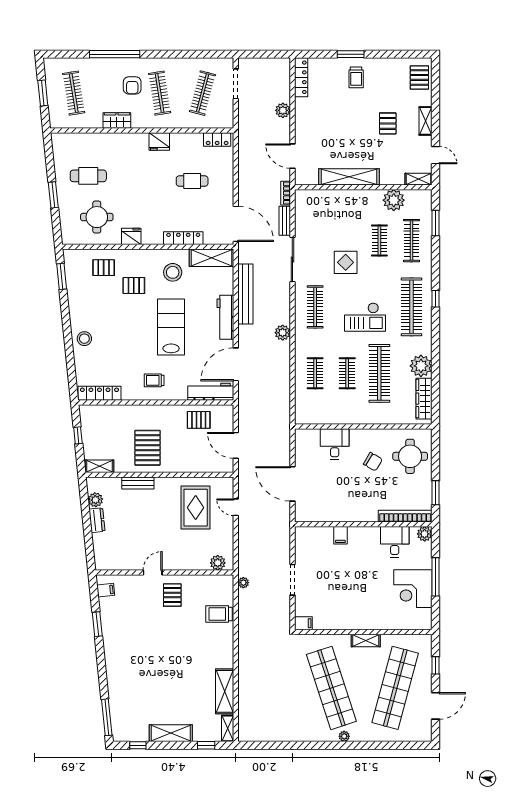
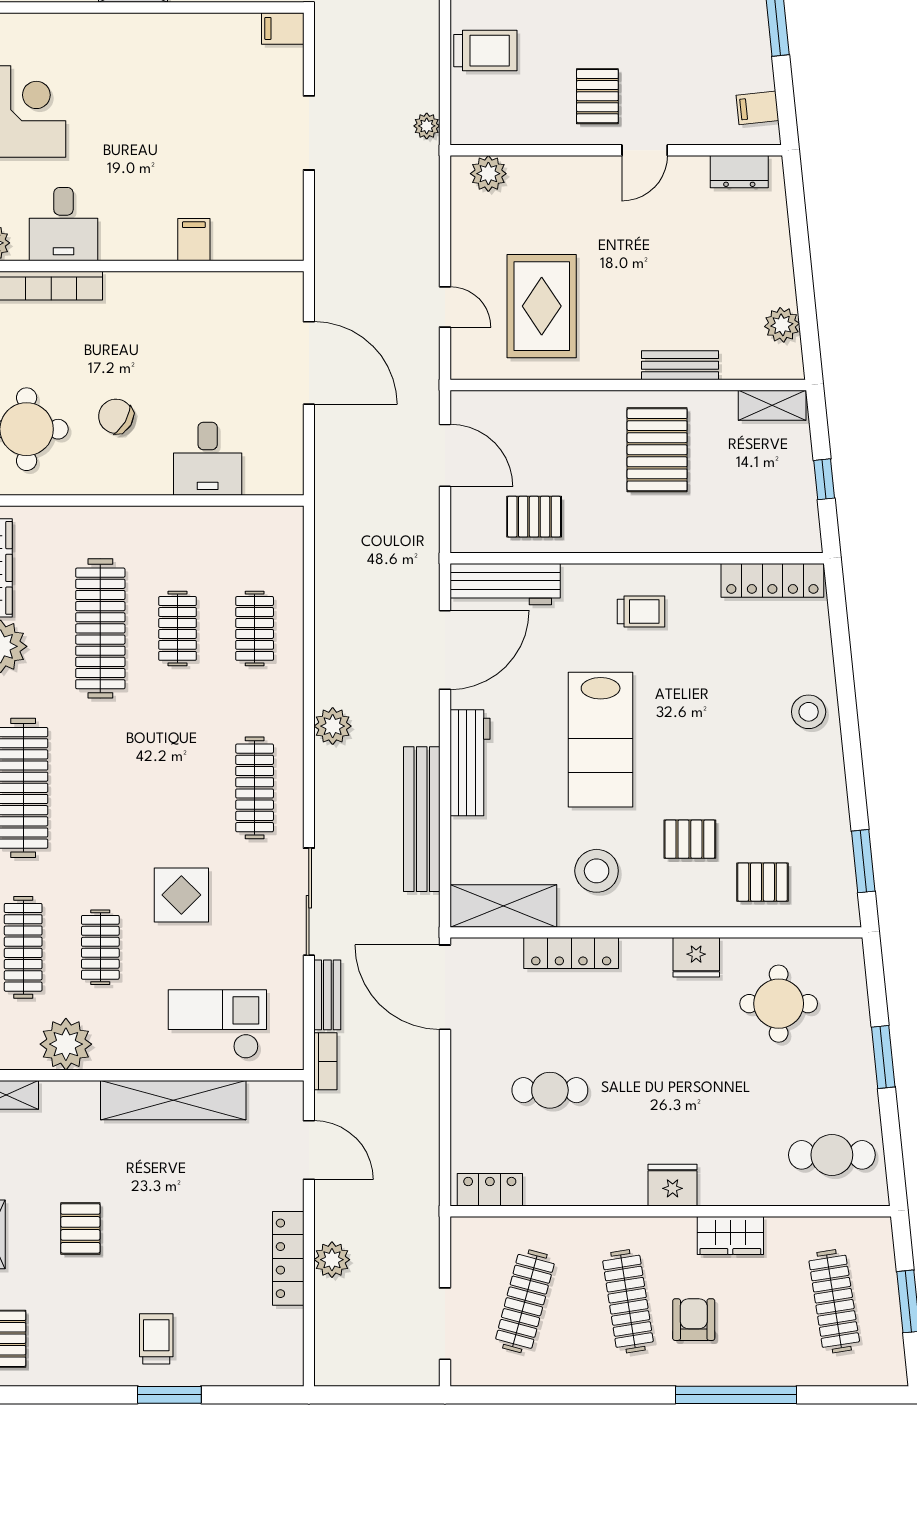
locker: (301, 77) -> (288, 1258), moved
fridge: (159, 141) -> (673, 1185), moved
cafe table: (88, 176) -> (832, 1155), moved
checkout: (365, 317) -> (217, 1024), moved
dresser: (97, 520) -> (739, 172), moved, turned -84

